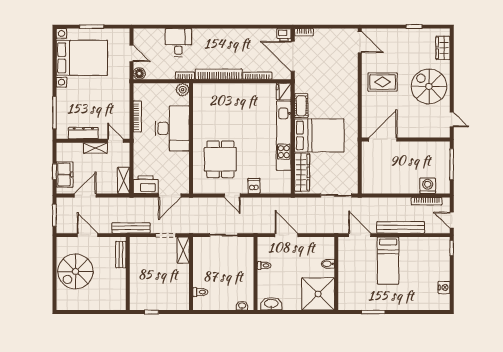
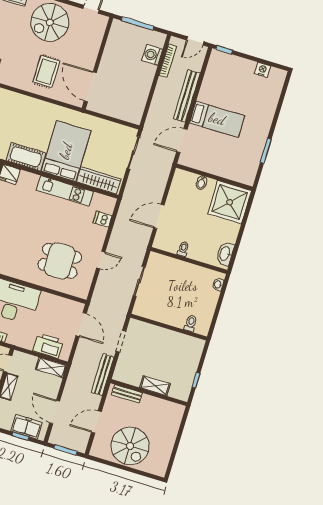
rug: (383, 82) -> (46, 72), moved
cot: (301, 106) -> (26, 157), width x1.37, depth x1.34
kitchen unit: (284, 136) -> (65, 191), width x0.73
printer: (146, 185) -> (48, 346), moved, turned 90
dishwasher: (254, 186) -> (102, 219), moved
shelving: (183, 250) -> (155, 386), moved

